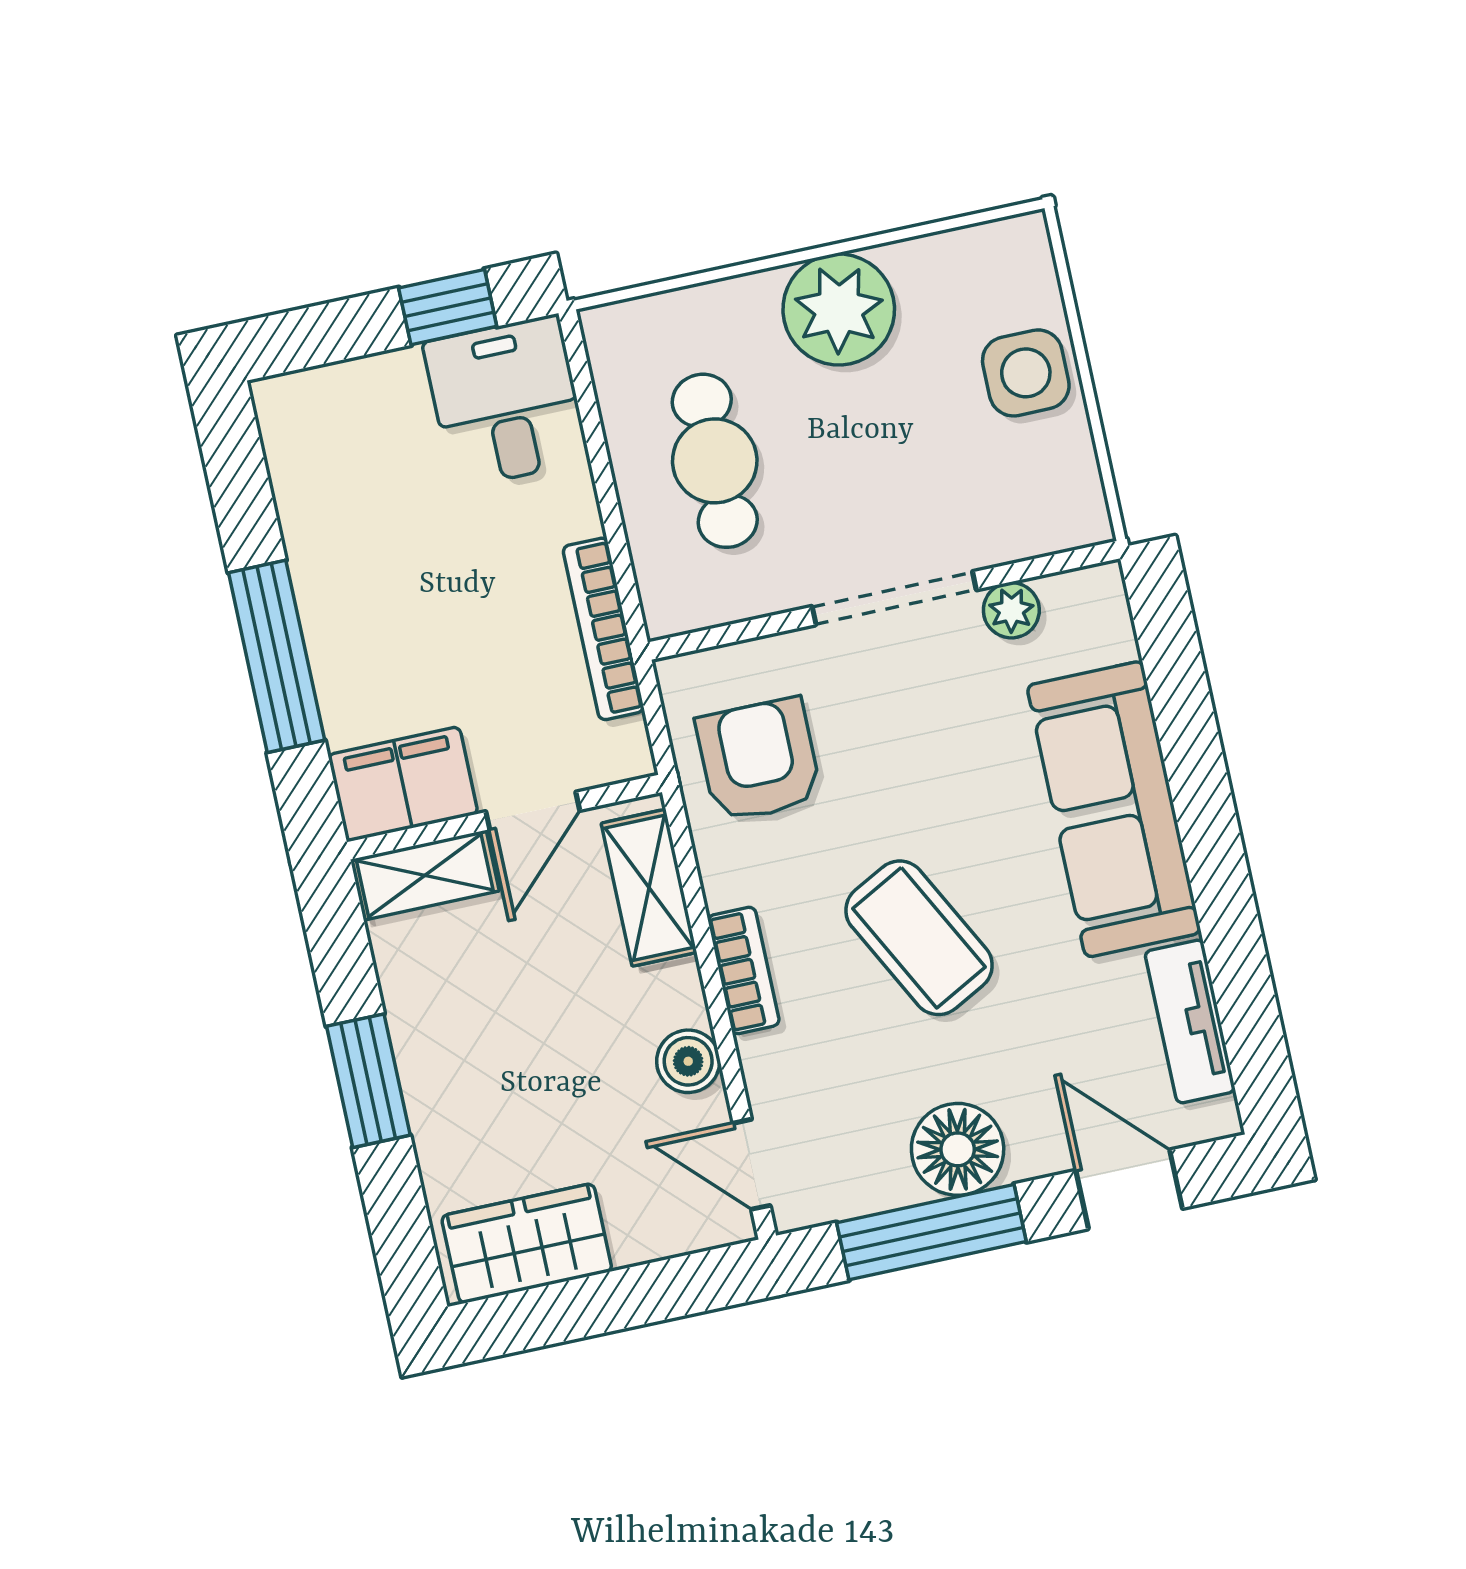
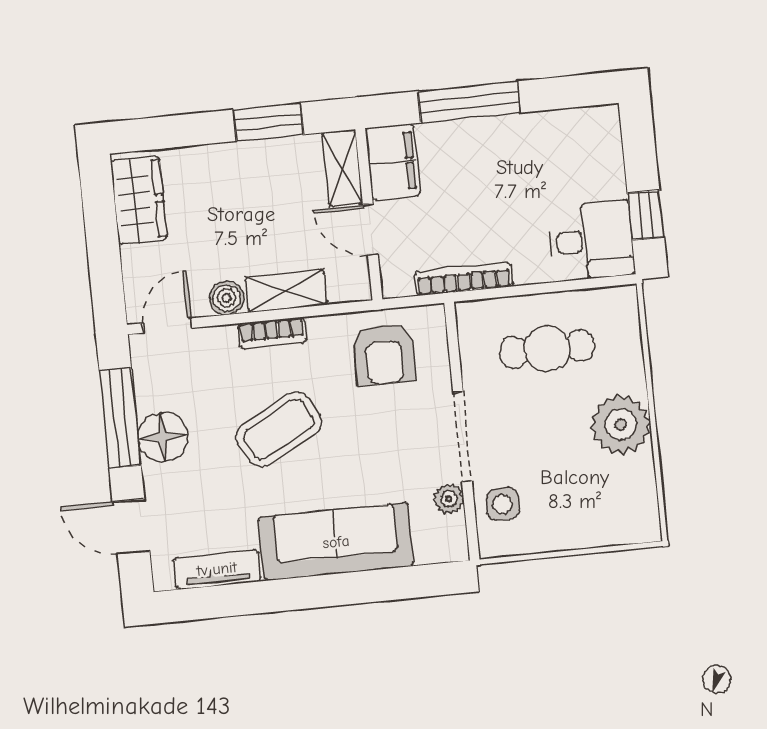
side table: (1026, 373) -> (502, 504), moved, width x0.73, depth x0.73
armchair: (759, 760) -> (384, 354), turned 90
shelving: (649, 888) -> (286, 291), moved
window: (368, 1081) -> (268, 122), moved
door: (1129, 1189) -> (131, 527), swing flipped

